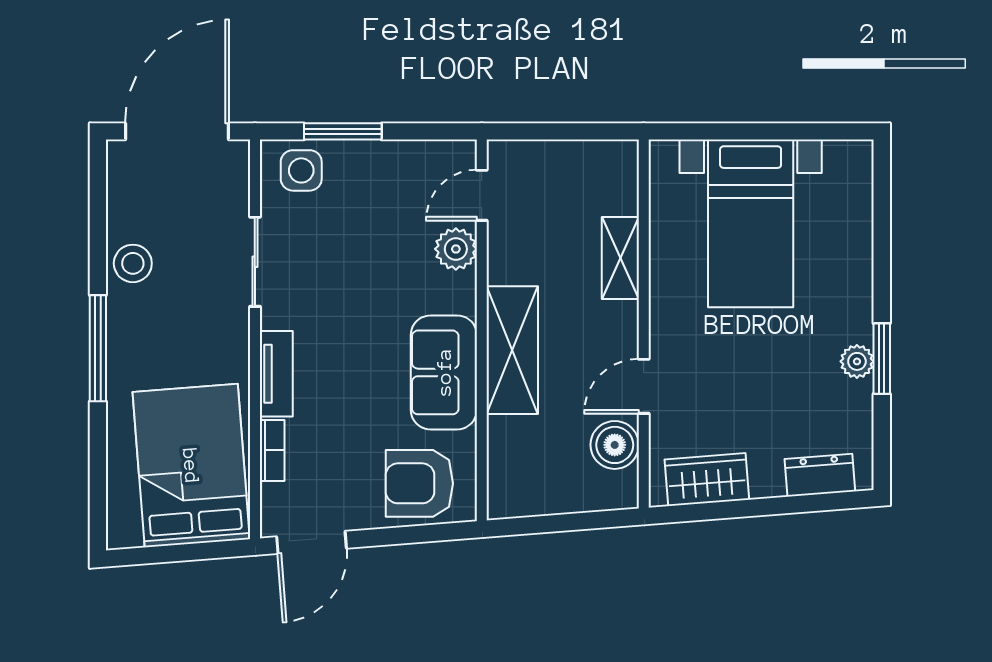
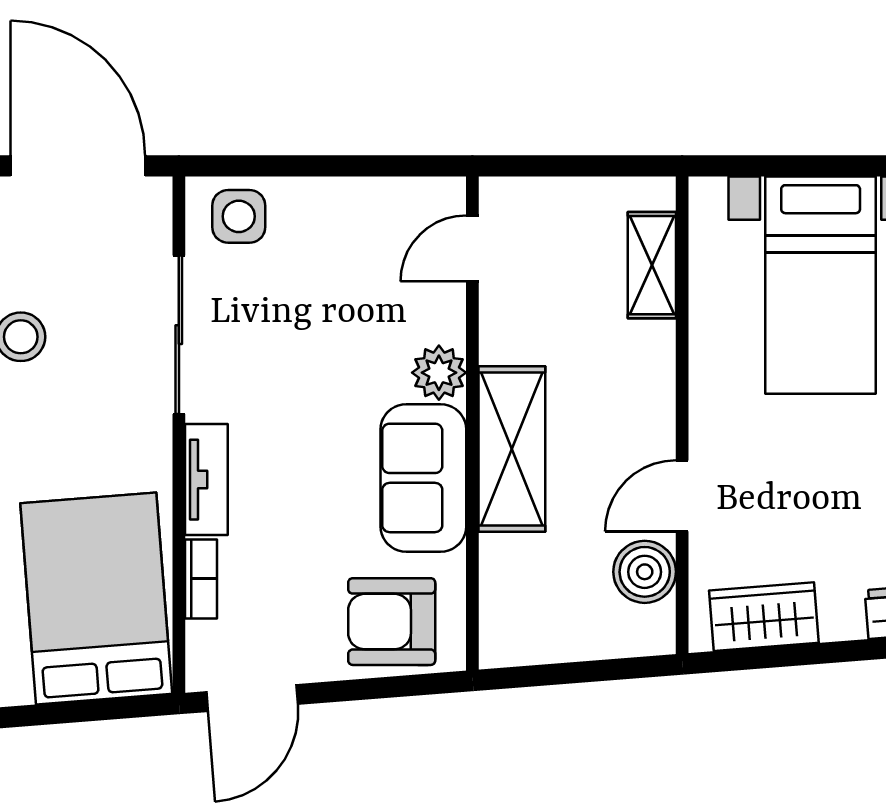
door: (177, 131) -> (78, 166), hinge flipped
window: (343, 131) -> (292, 166), removed
plant: (456, 249) -> (439, 373), moved
shelving: (620, 258) -> (652, 265), moved
sliding door: (255, 262) -> (179, 335), width x1.37

